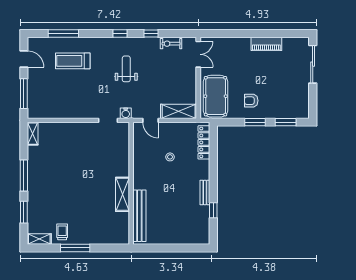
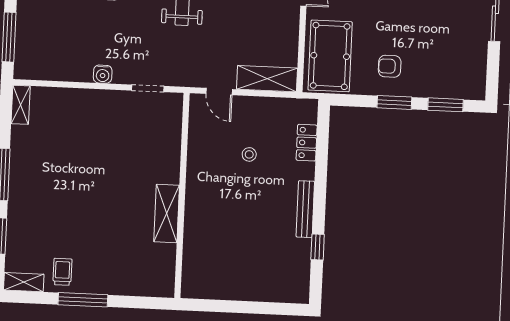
water cooler: (126, 113) -> (103, 74), moved
locker: (204, 142) -> (307, 143), width x0.66
bench: (205, 192) -> (305, 209), width x1.36
bench: (139, 216) -> (193, 251), removed

